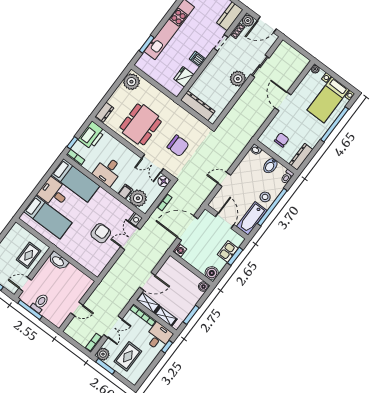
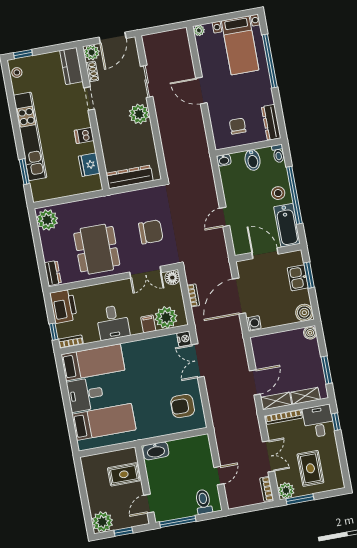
armchair: (101, 233) -> (183, 406), moved, turned -90
rug: (29, 255) -> (124, 474), turned 90
toilet: (40, 303) -> (203, 502), moved

